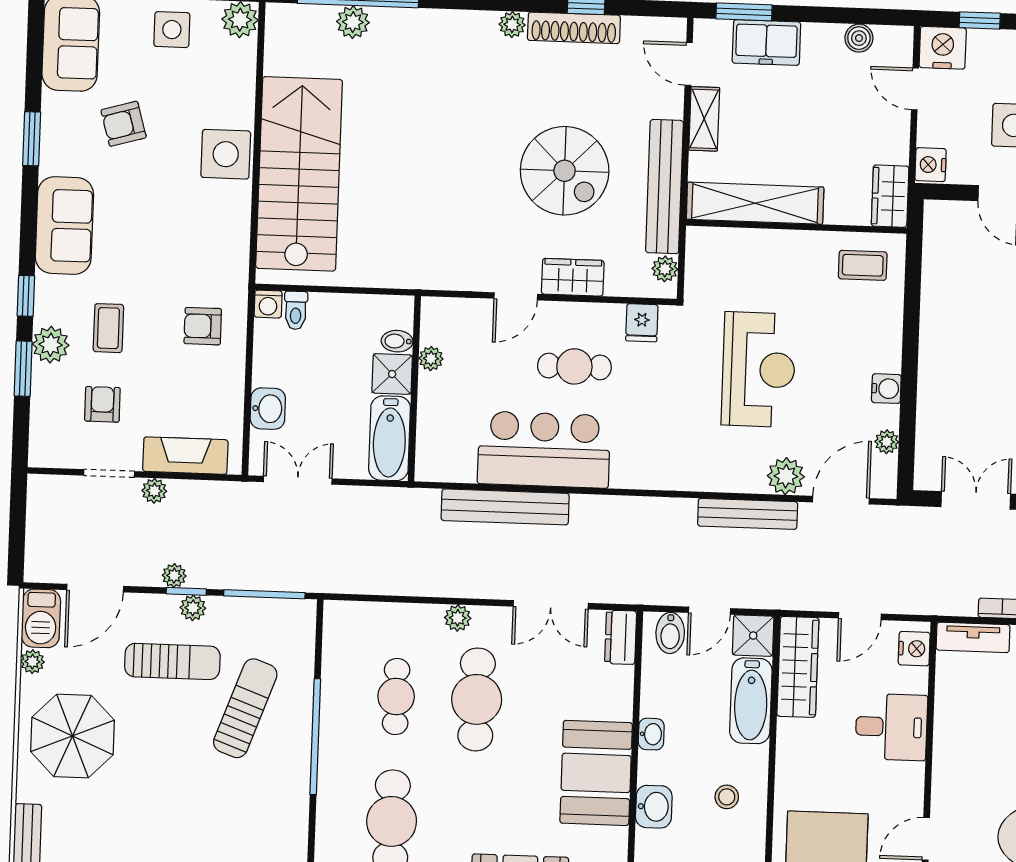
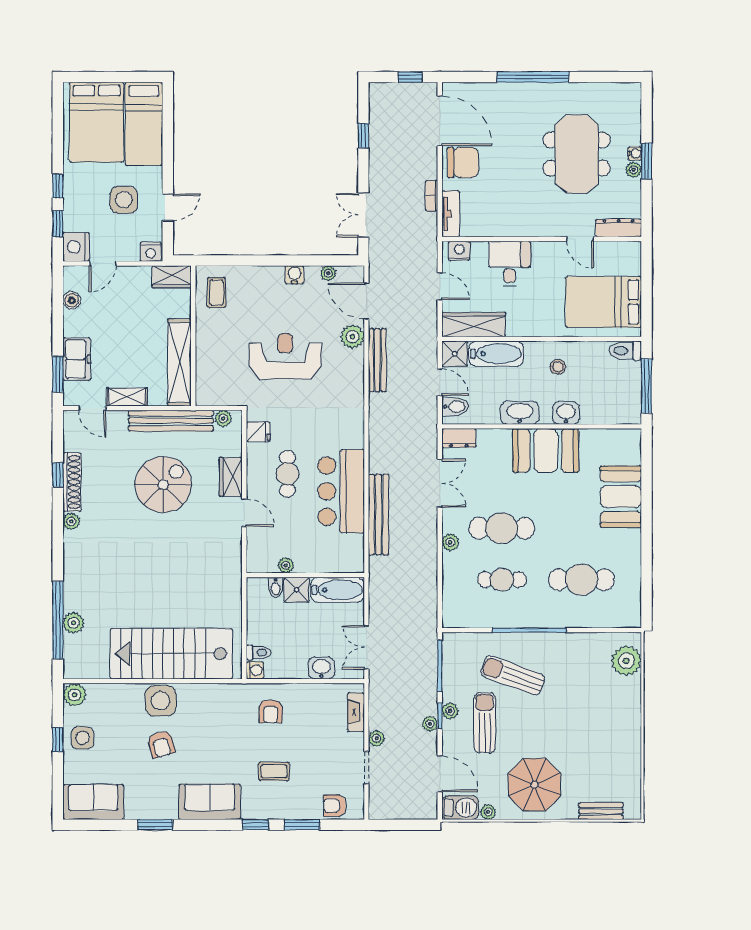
door: (689, 64) -> (92, 408), hinge flipped
armchair: (124, 124) -> (161, 744), moved
plant: (51, 345) -> (286, 808), removed
armchair: (102, 404) -> (335, 806), moved
fireplace: (185, 456) -> (356, 712), width x0.73, depth x0.76
washbasin: (651, 734) -> (520, 413), width x1.91, depth x1.45

